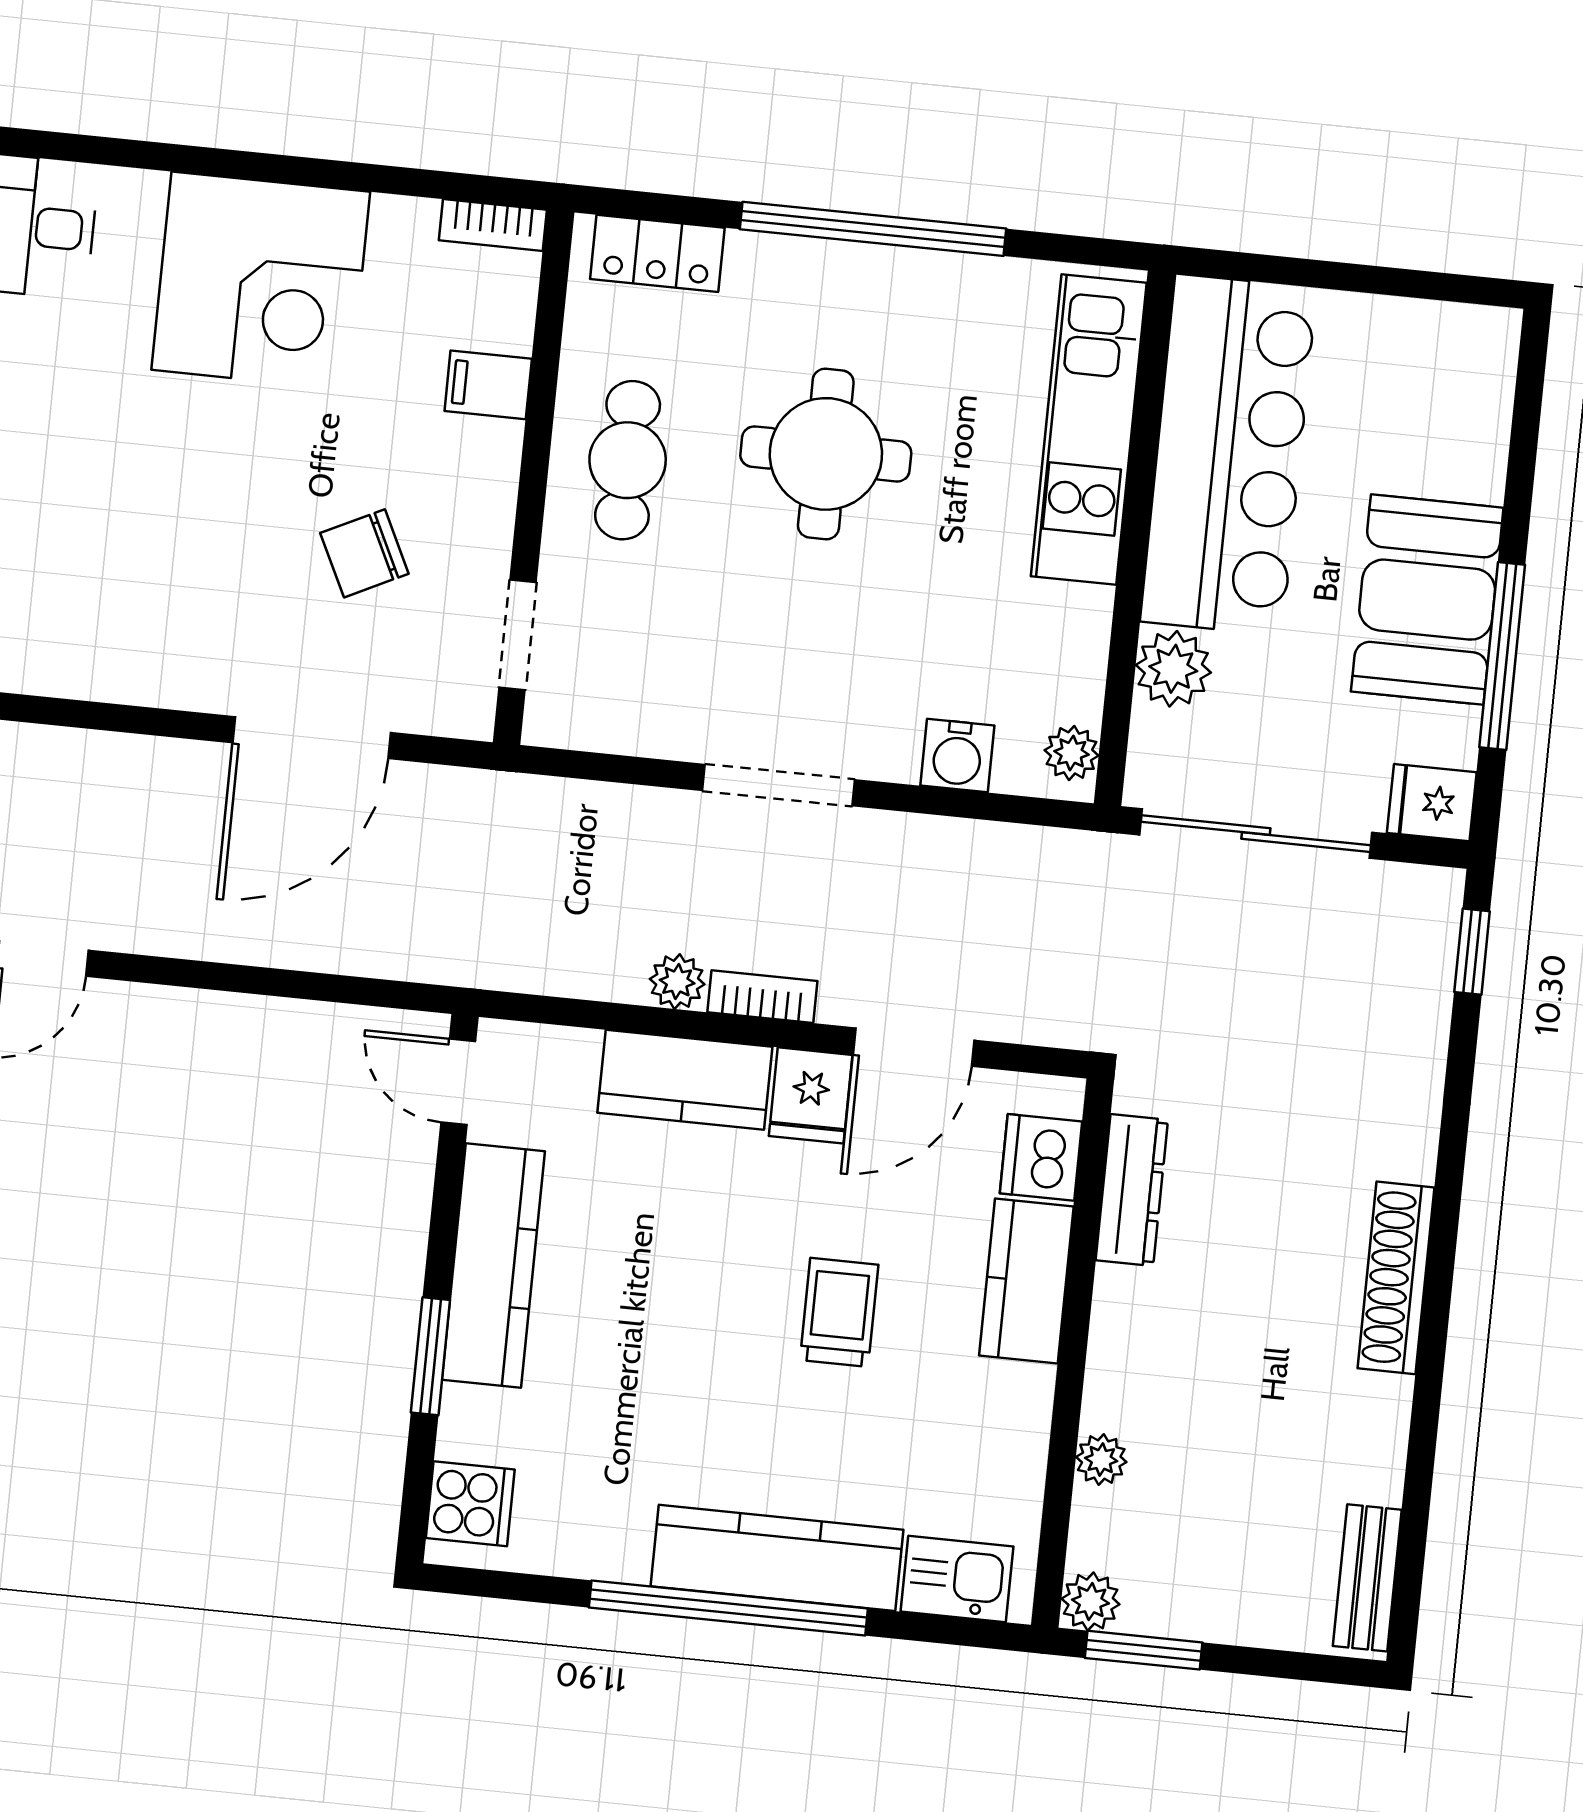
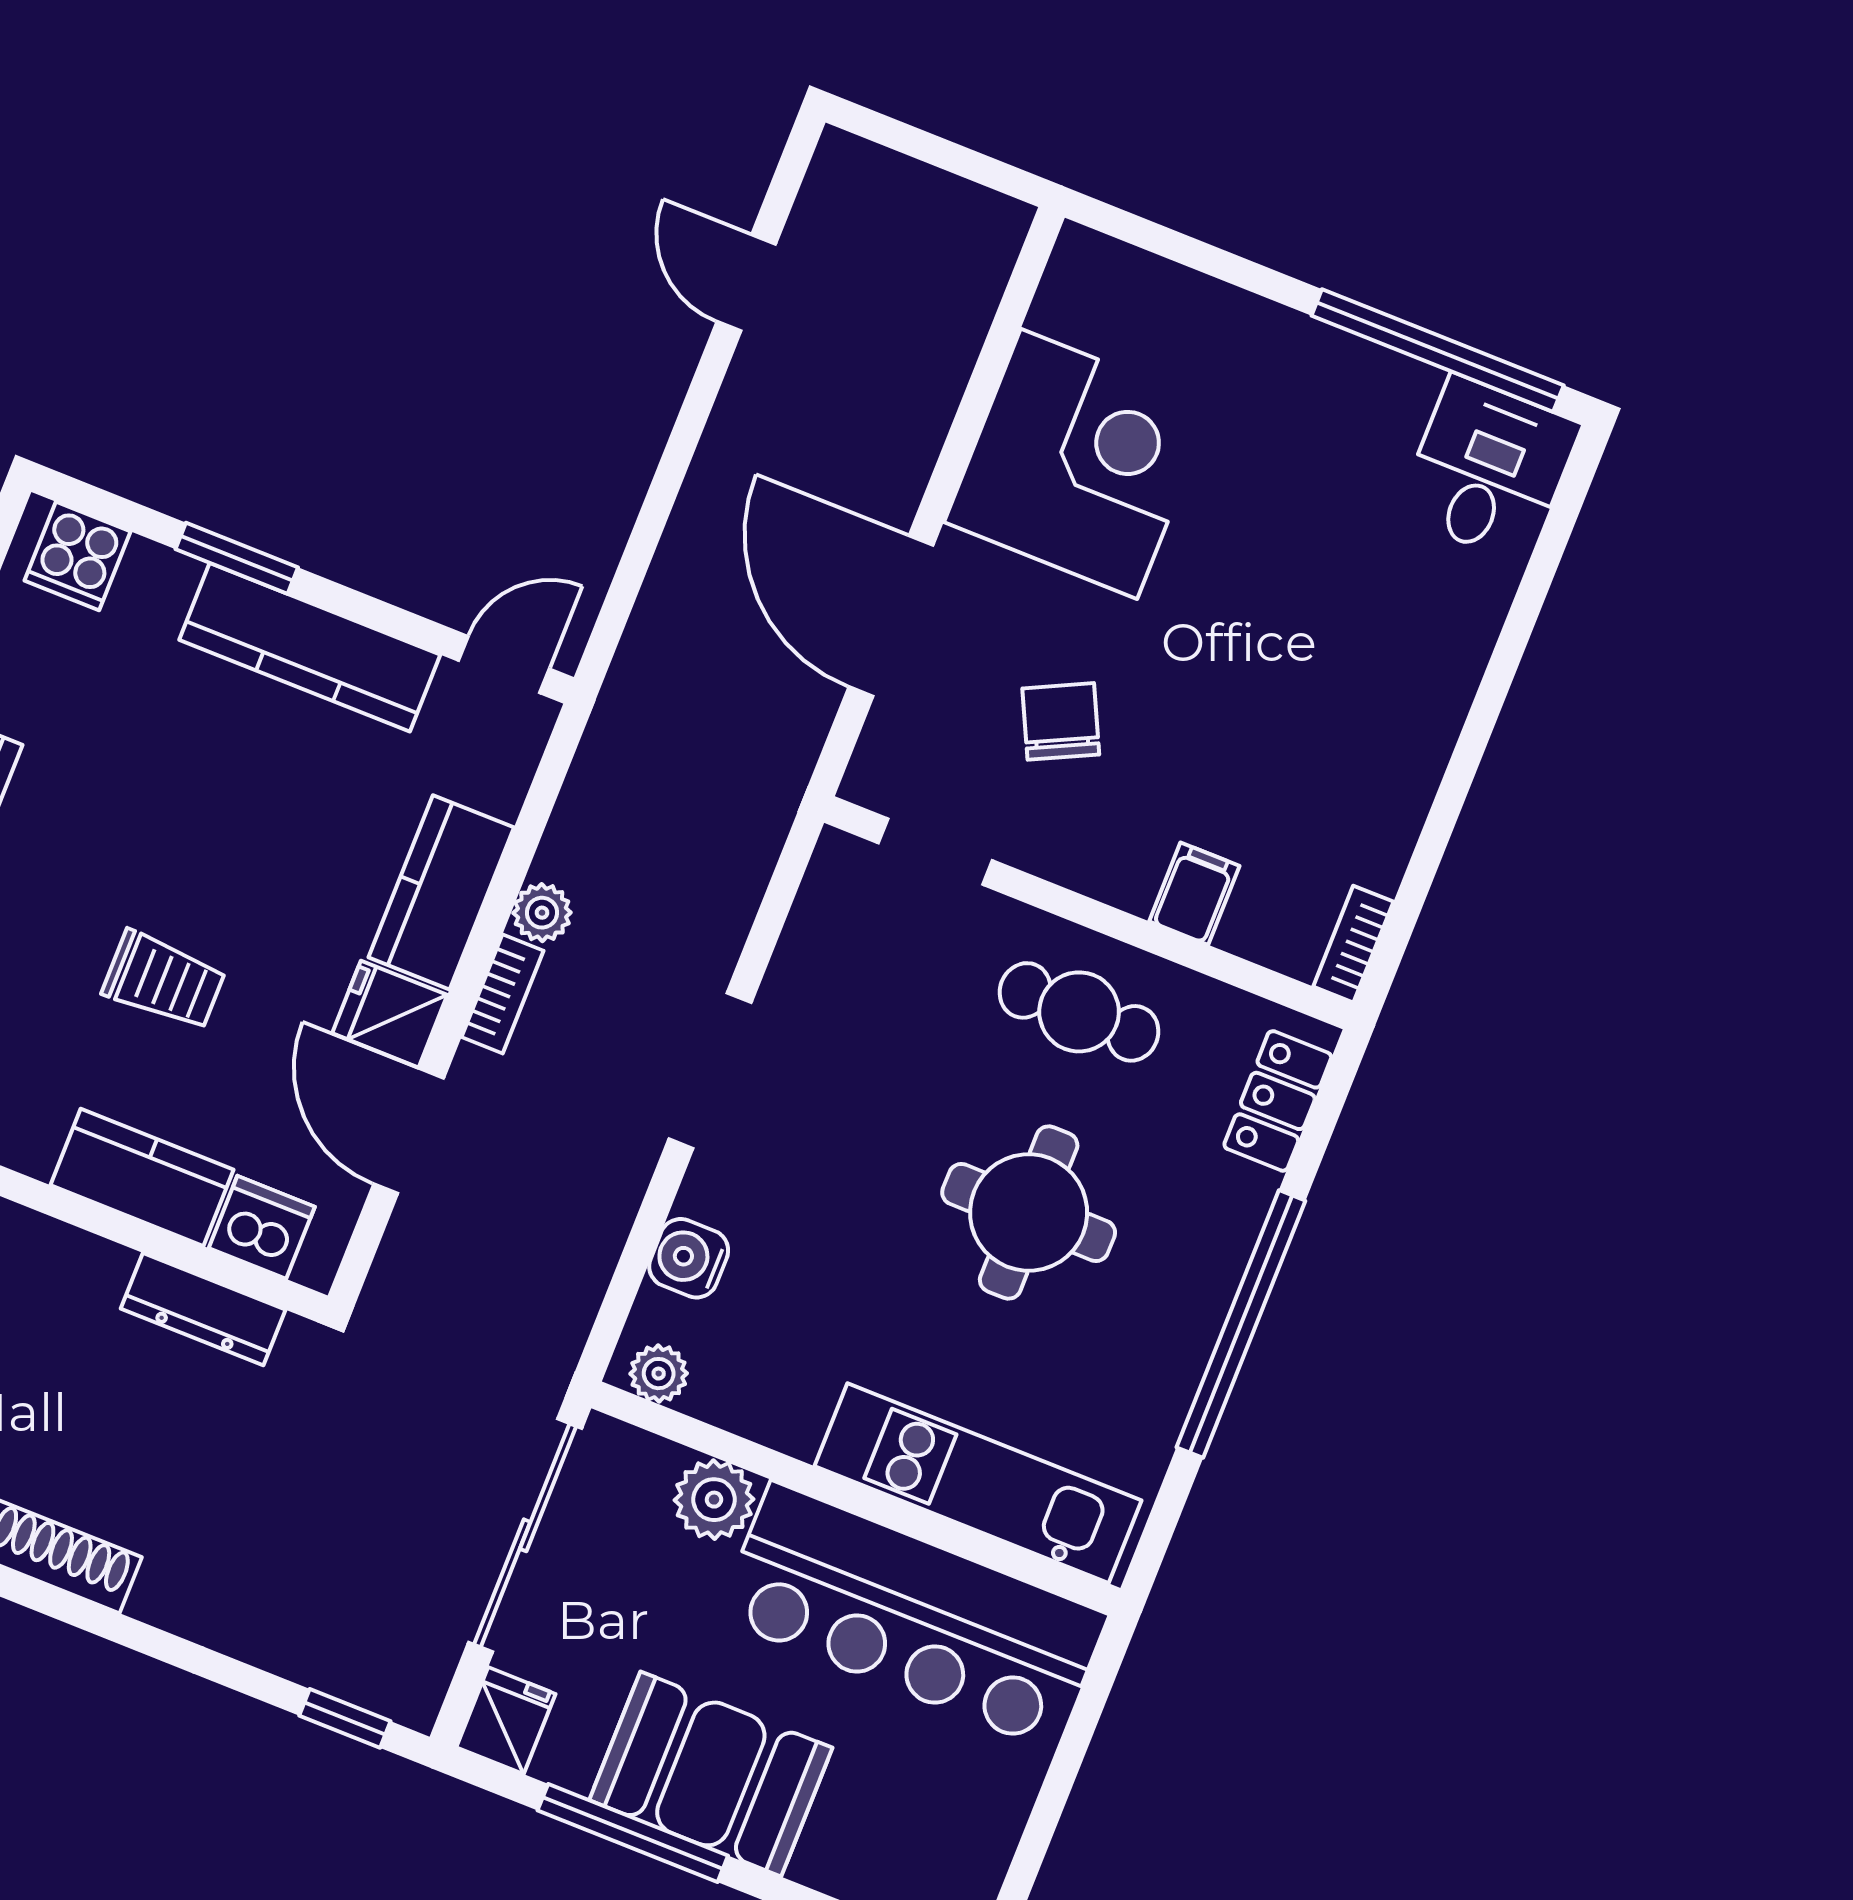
corner desk: (261, 281) -> (1079, 464), moved, turned 180

